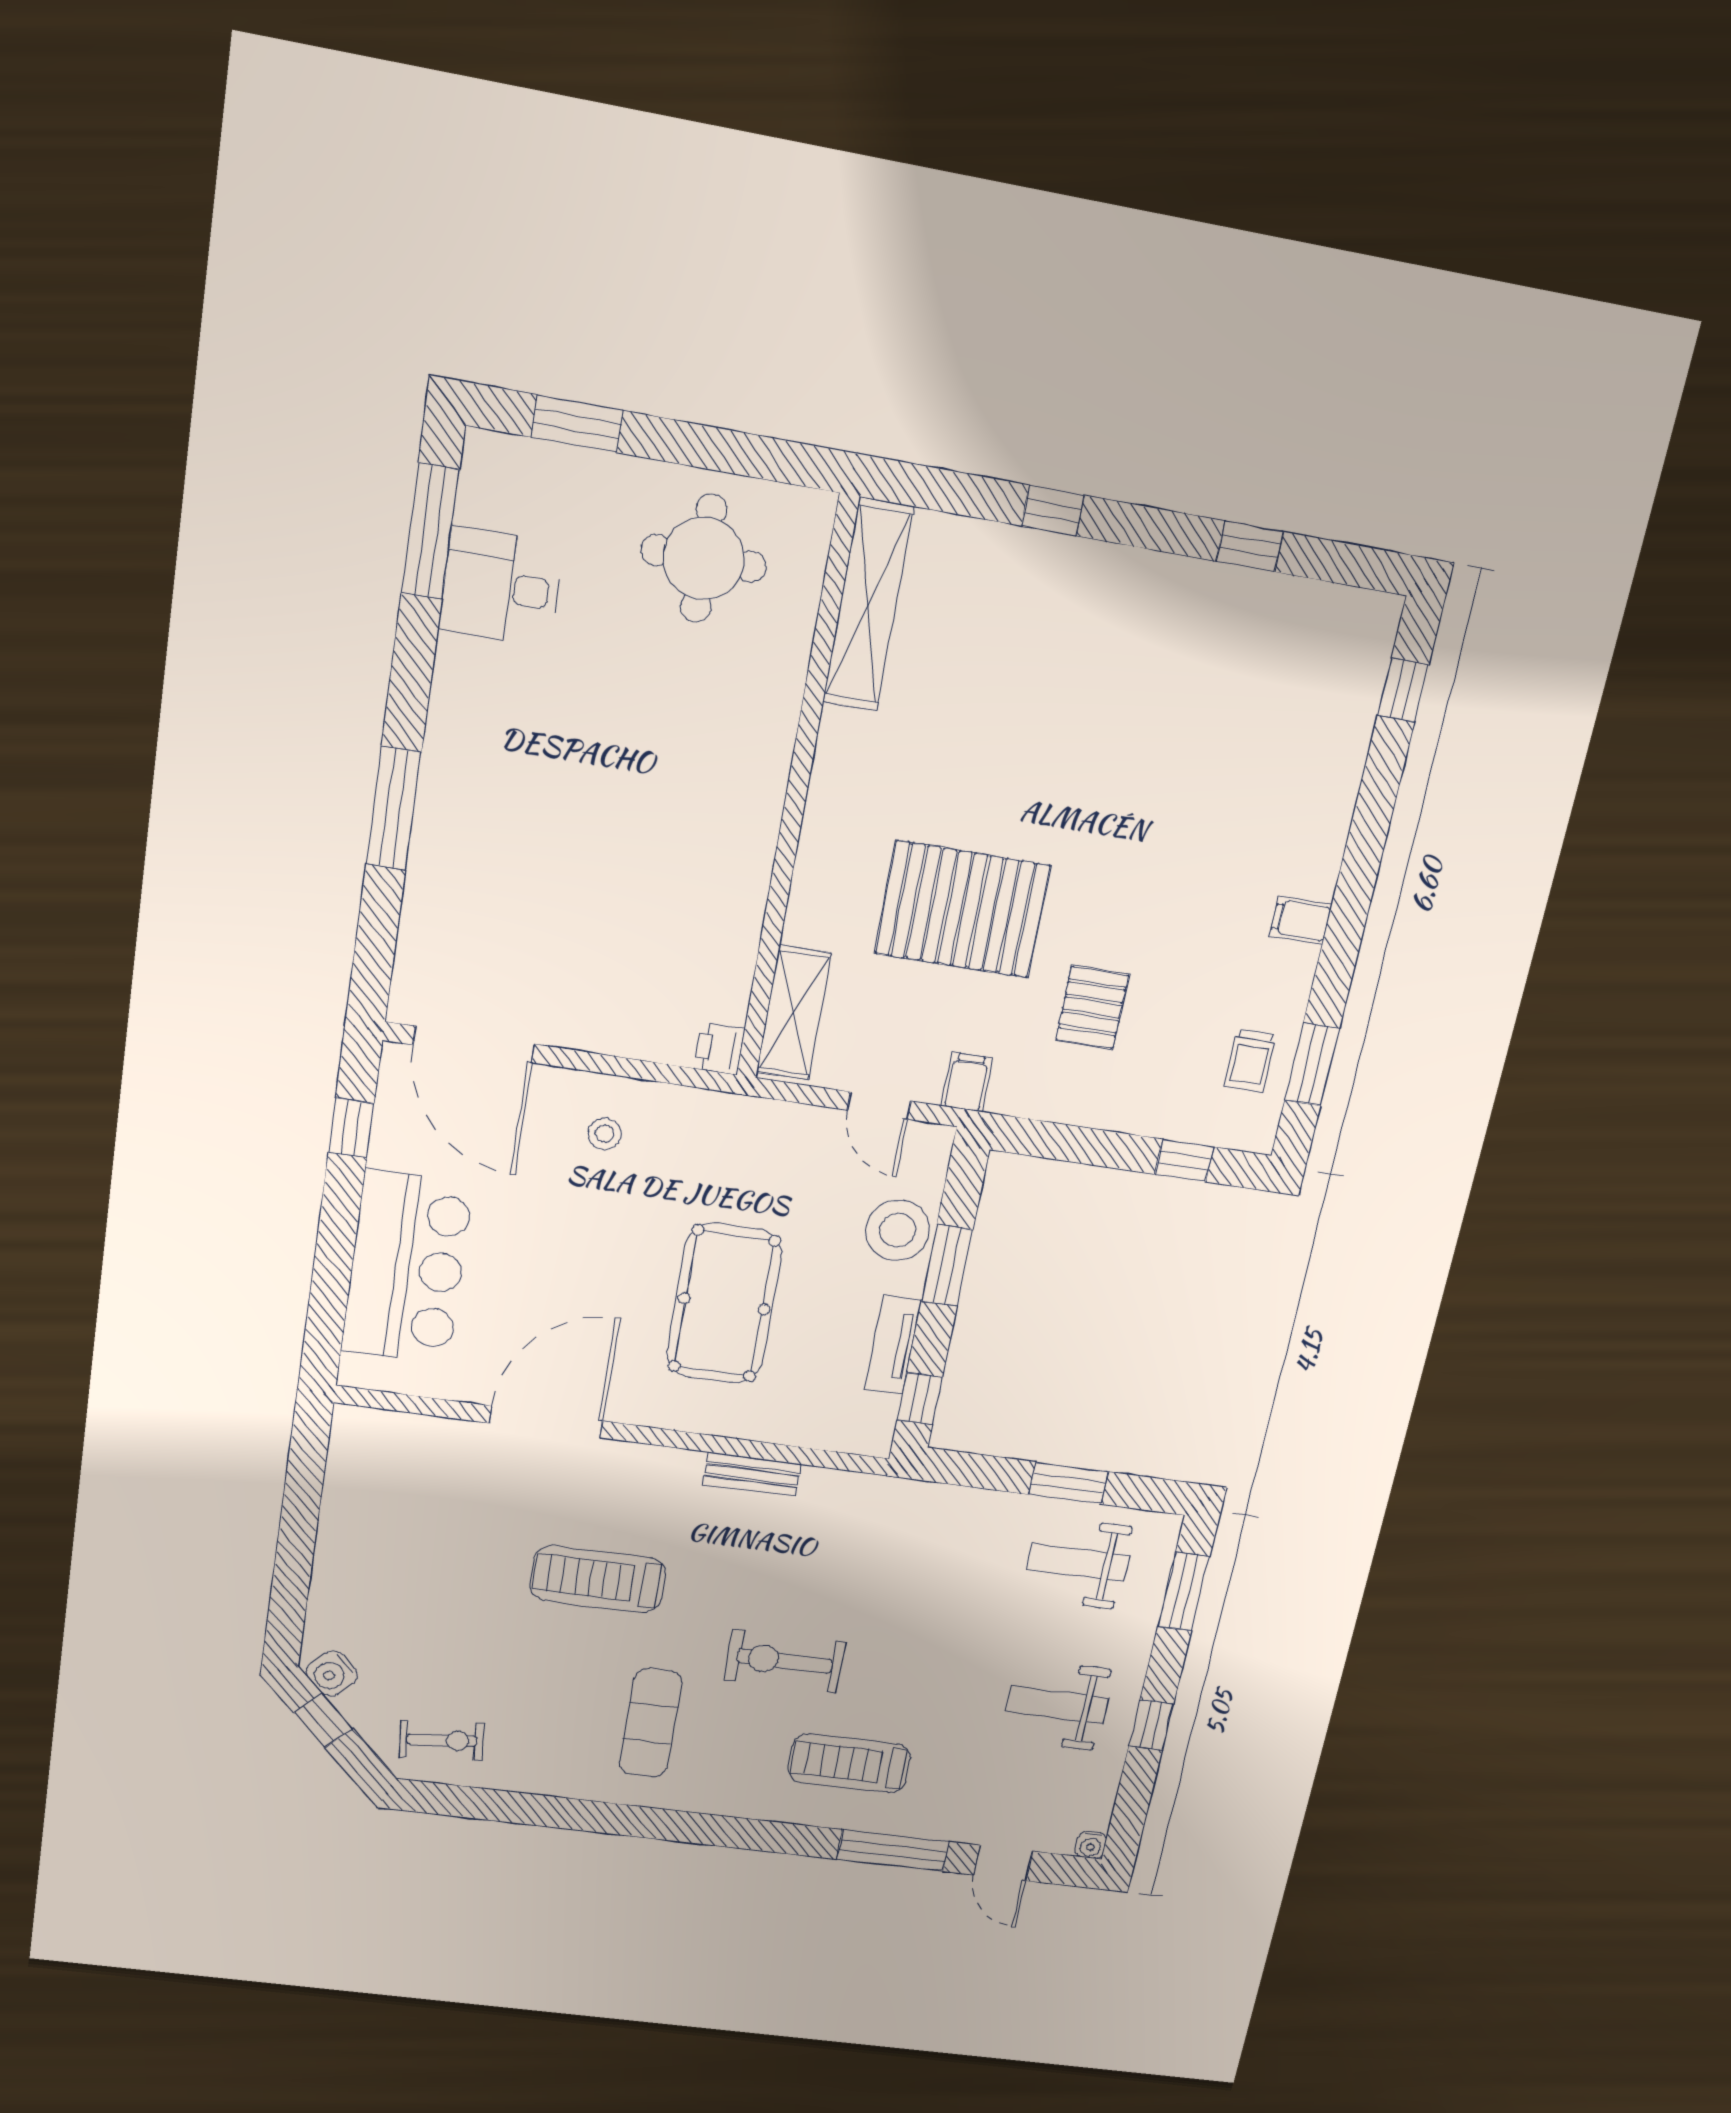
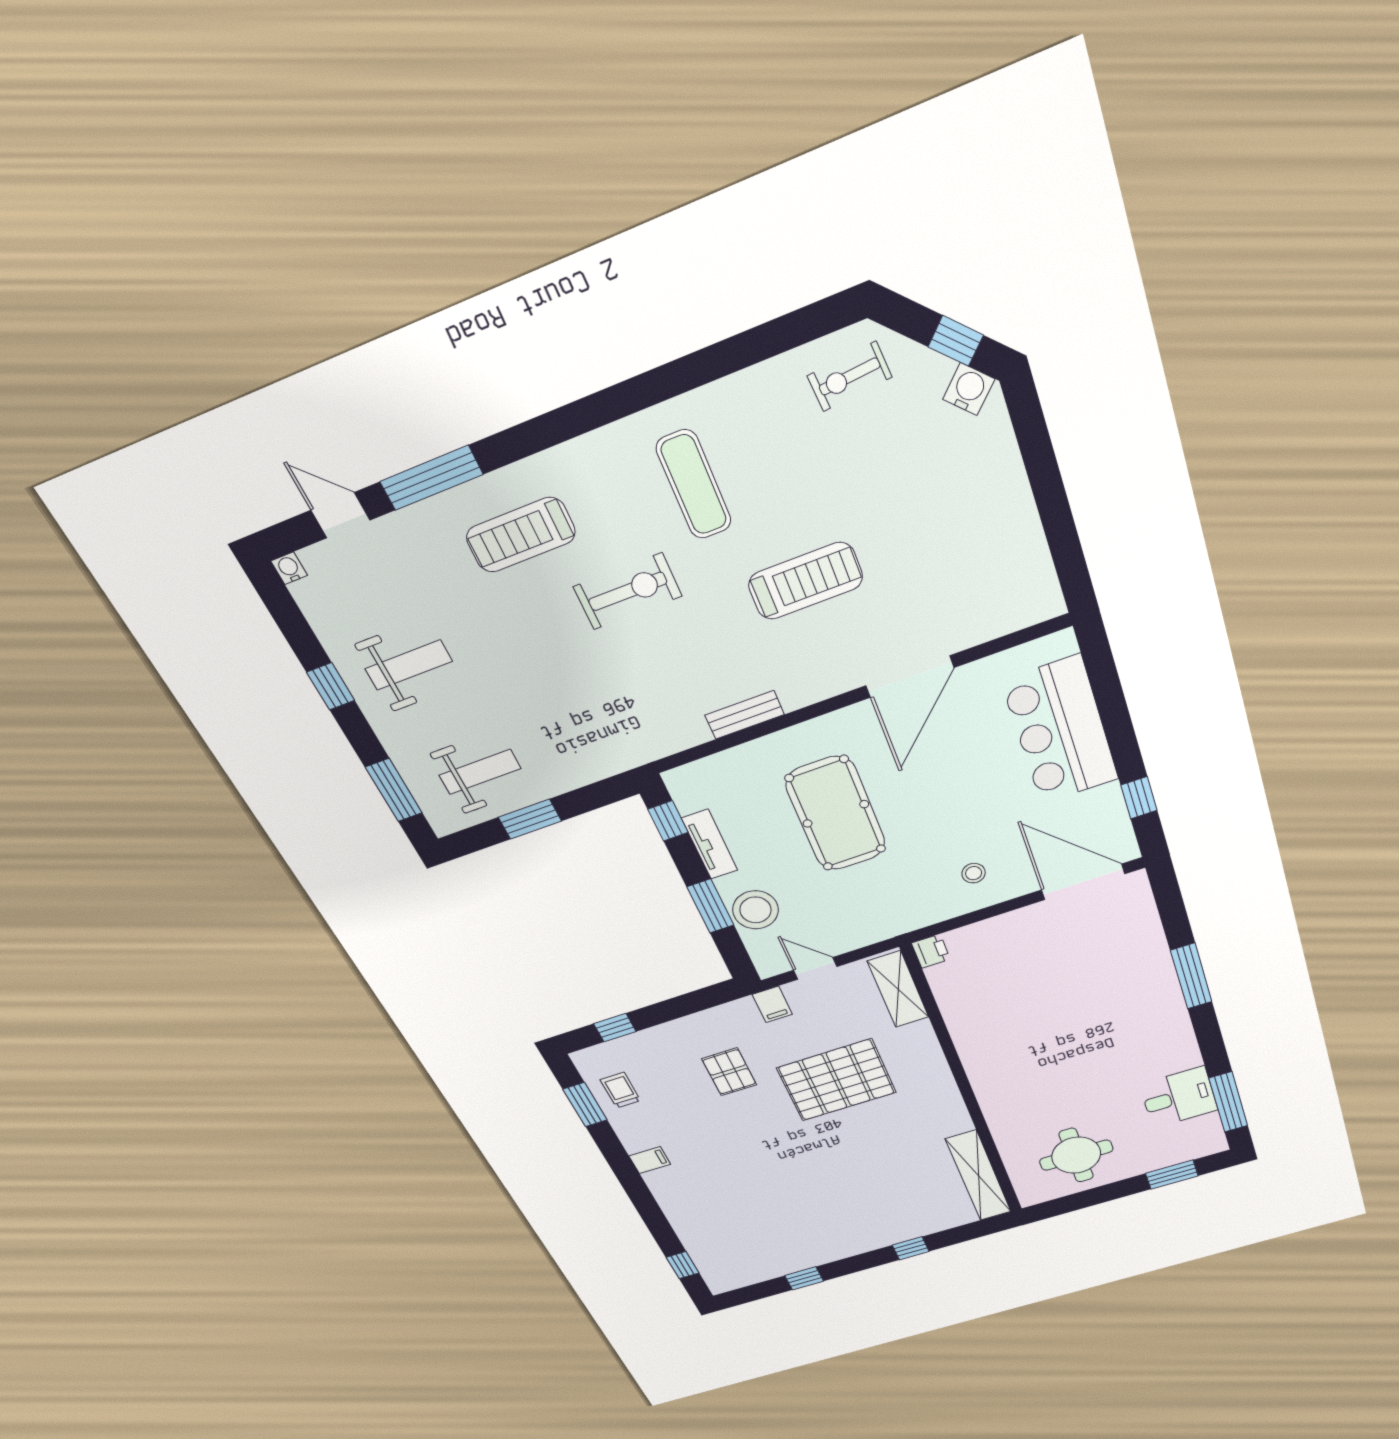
treadmill: (849, 1763) -> (521, 535), turned 180

